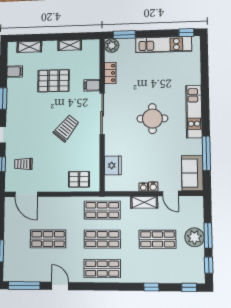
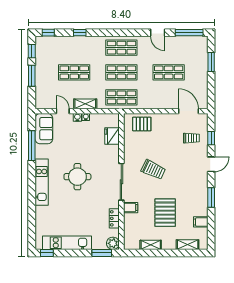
pallet: (54, 81) -> (165, 213), turned 90
trolley: (66, 128) -> (153, 170), turned -104
plant: (194, 237) -> (43, 74), removed

